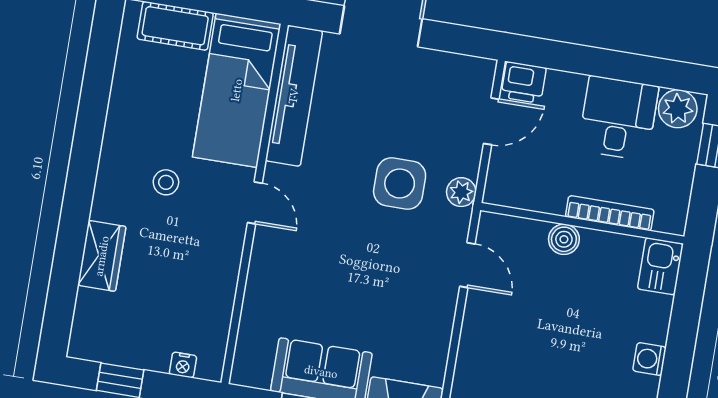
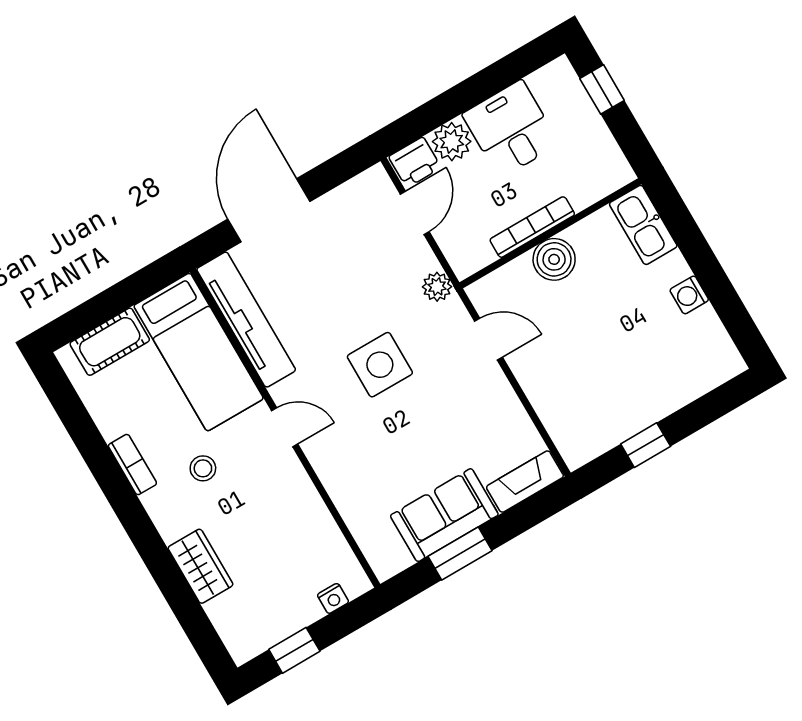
plant: (678, 109) -> (452, 142), moved
bookcase: (114, 135) -> (132, 465), added
side table: (400, 183) -> (380, 365), moved
bookcase: (610, 213) -> (532, 227), moved
boiler: (564, 239) -> (554, 259), width x1.36, depth x1.36
kitchen sink: (660, 266) -> (643, 225), width x1.38

